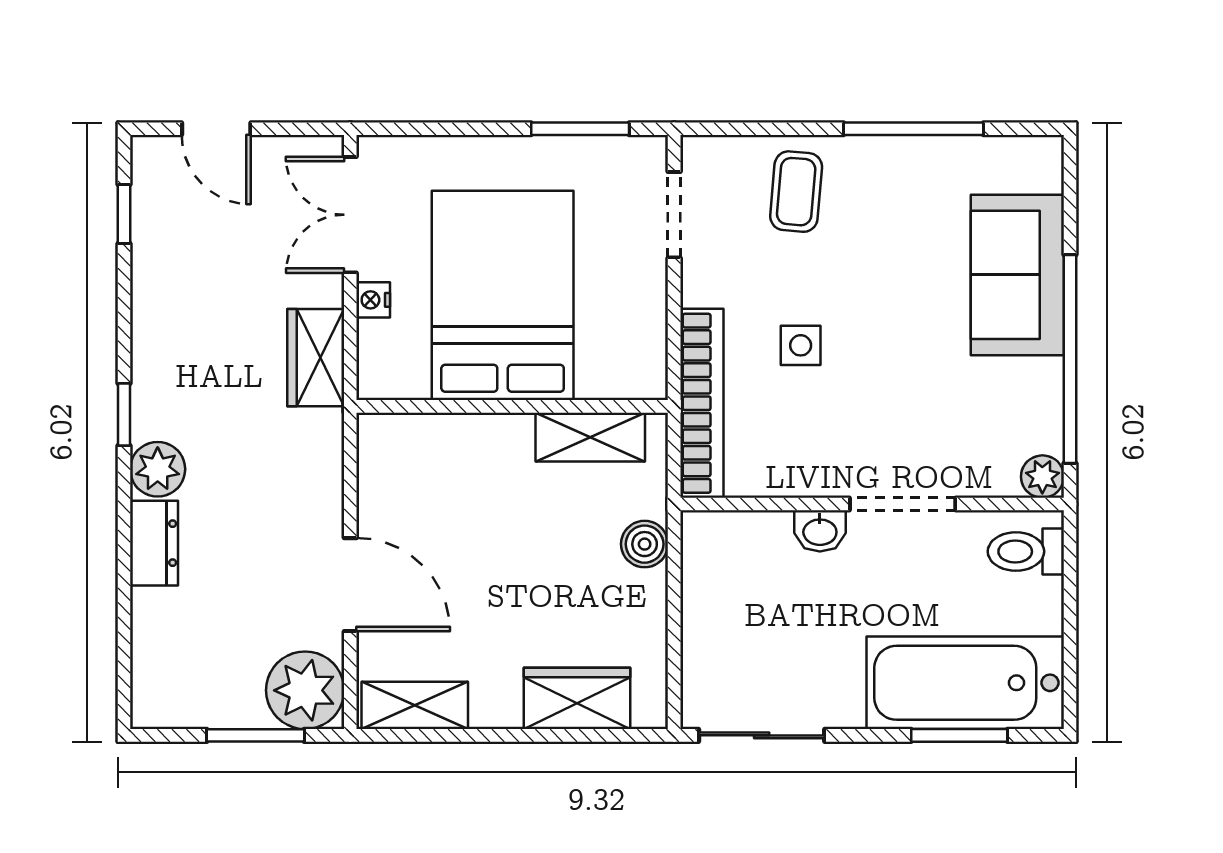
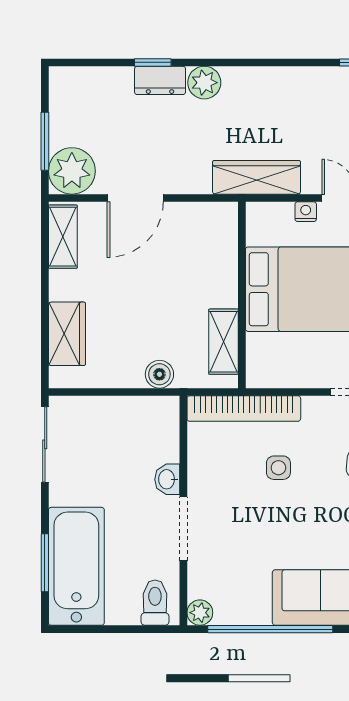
wardrobe: (316, 358) -> (257, 177), width x1.50
window: (124, 414) -> (153, 62), moved

